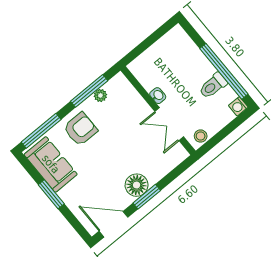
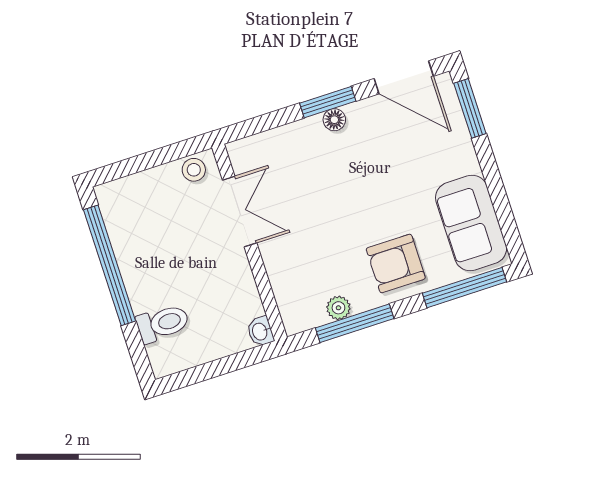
toilet: (213, 86) -> (163, 323), moved
washbasin: (158, 96) -> (260, 331), moved
washing machine: (238, 106) -> (109, 195), removed
floor lamp: (137, 185) -> (334, 120), width x0.53, depth x0.53
window: (51, 194) -> (470, 108), moved

